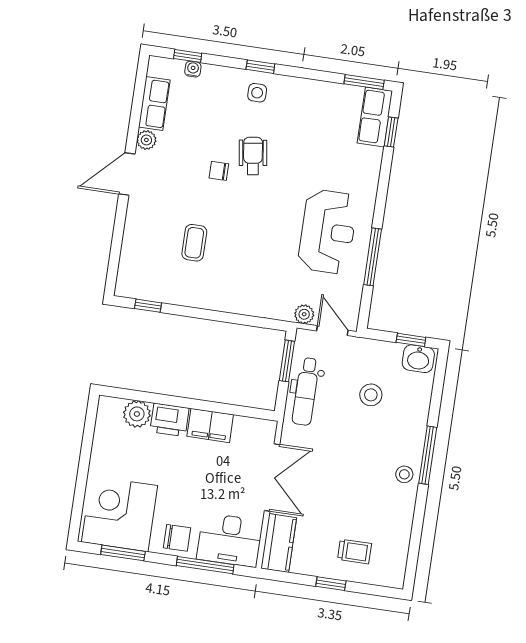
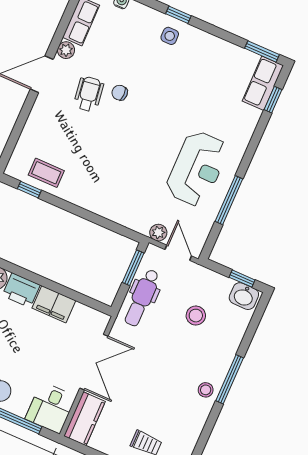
wheelchair: (253, 156) -> (89, 94), moved
coffee table: (194, 243) -> (46, 173), moved, turned 90
desk: (230, 540) -> (51, 408), width x0.73

